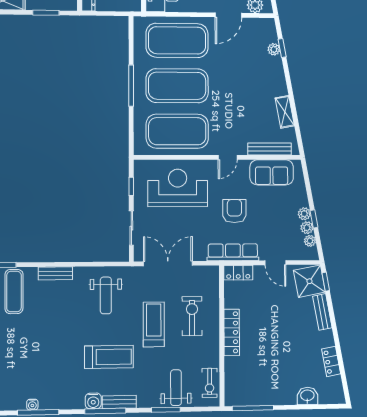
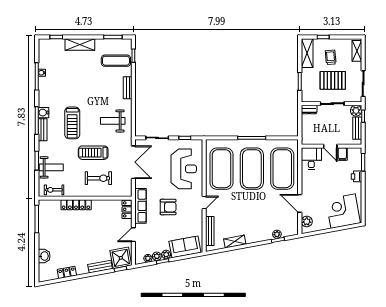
door: (228, 157) -> (204, 203), swing flipped
sofa: (272, 172) -> (185, 247), moved, turned 80
treadmill: (154, 324) -> (93, 153), turned 180
locker: (232, 332) -> (76, 205), moved

